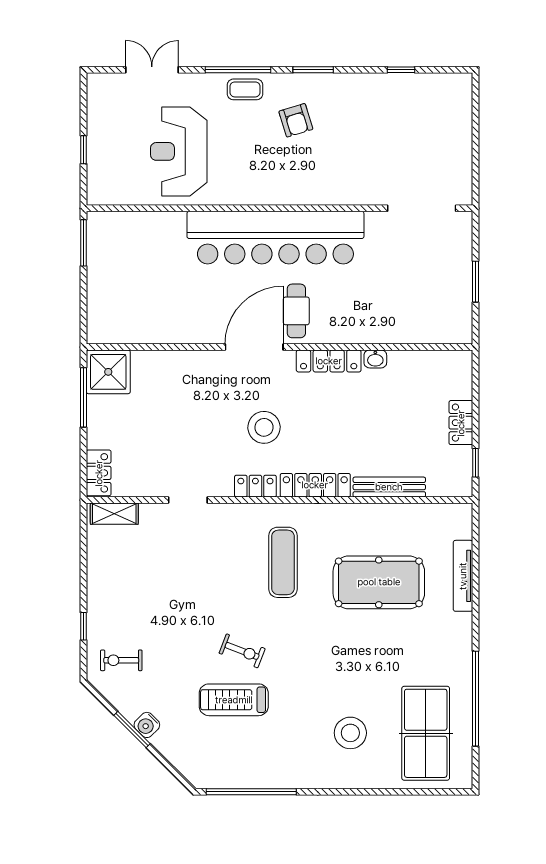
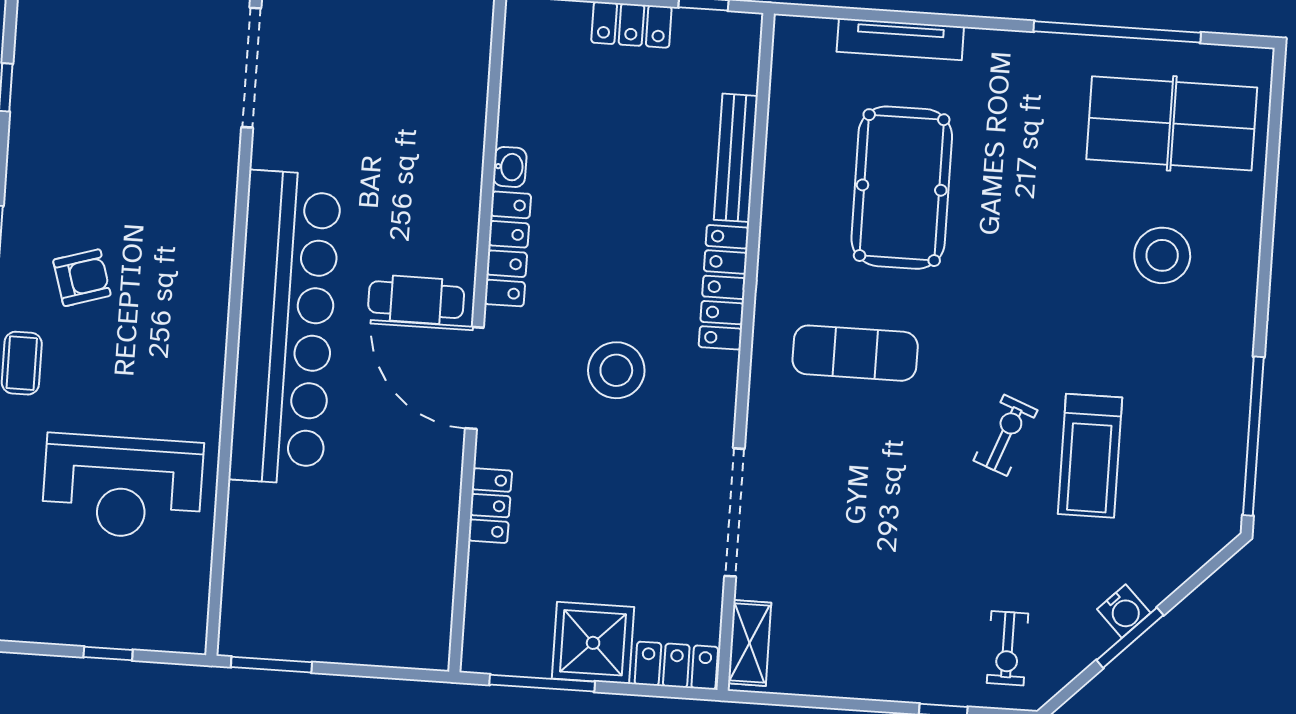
shower: (108, 372) -> (593, 643), moved
locker: (255, 486) -> (490, 506), moved, turned 180
doorway: (188, 500) -> (735, 512), width x1.88

